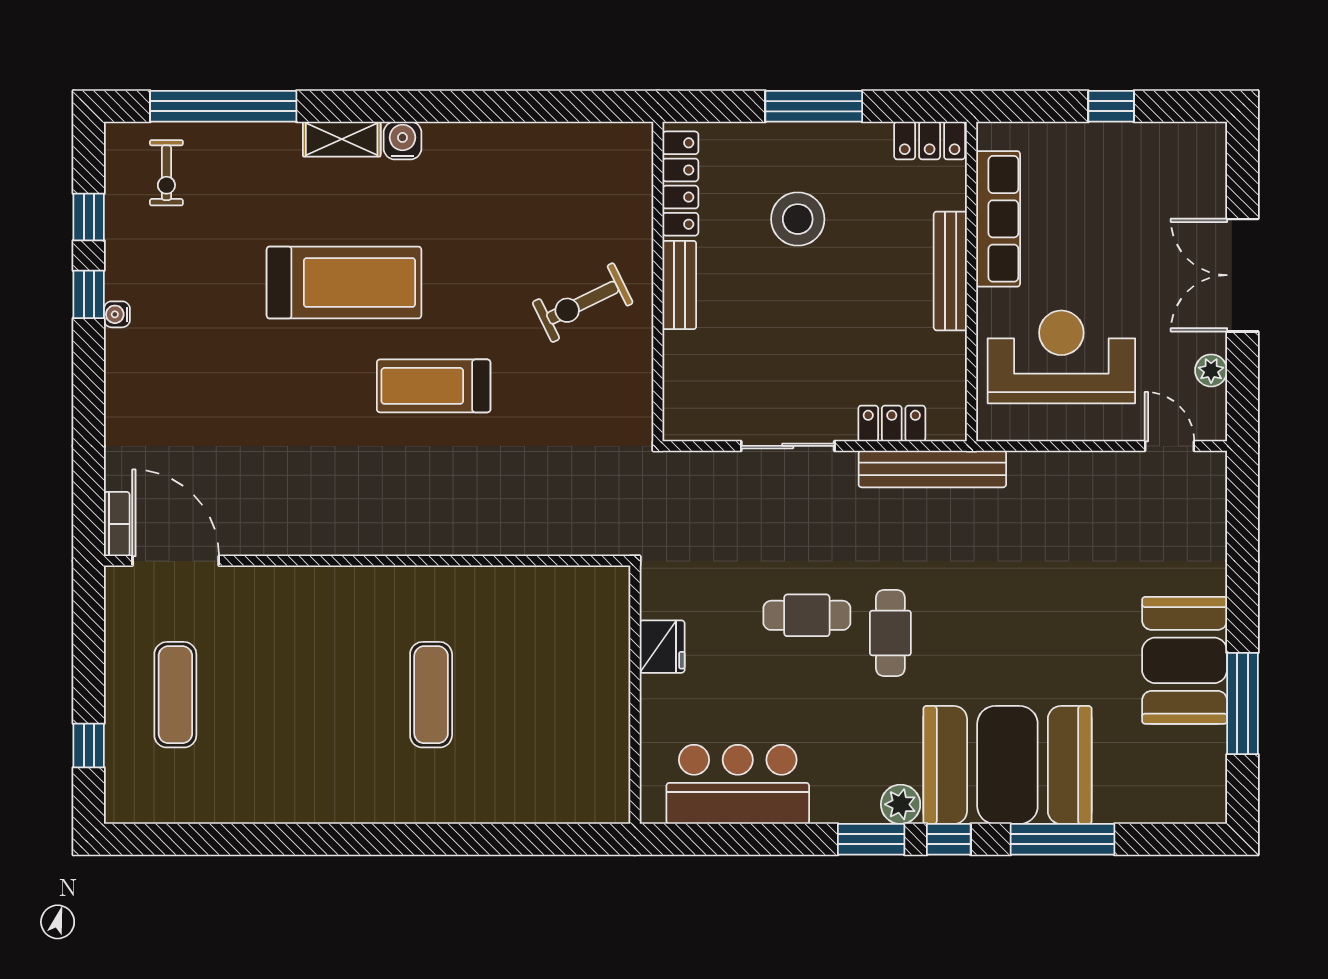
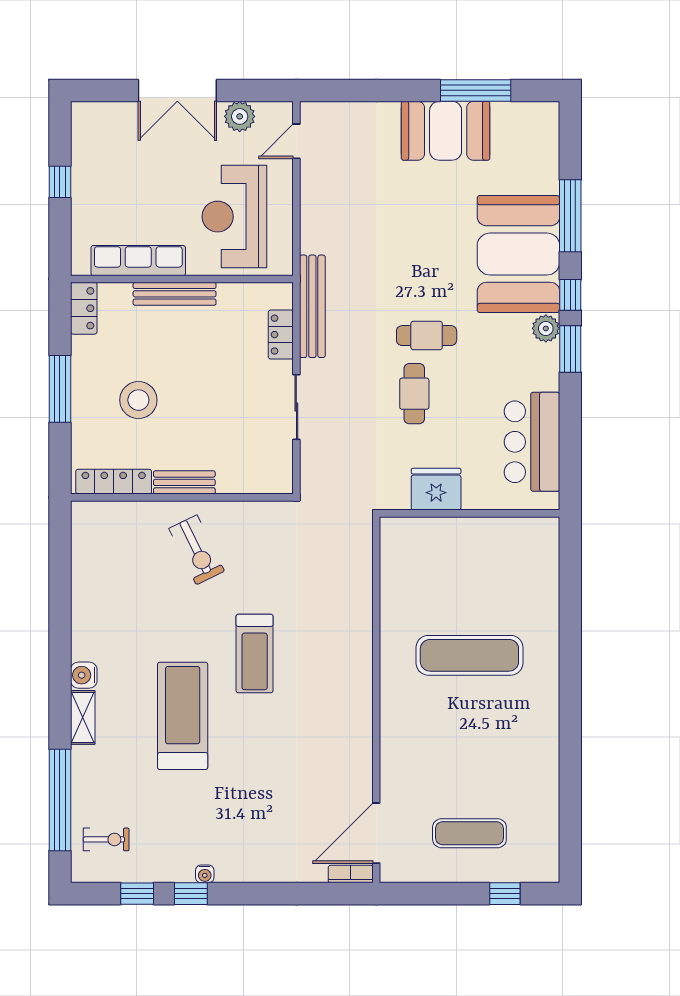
plant: (1211, 370) -> (240, 116), width x1.38, depth x1.38
fridge: (662, 647) -> (436, 489), width x1.36, depth x1.34
exercise mat: (431, 695) -> (469, 655), width x1.36, depth x1.45

